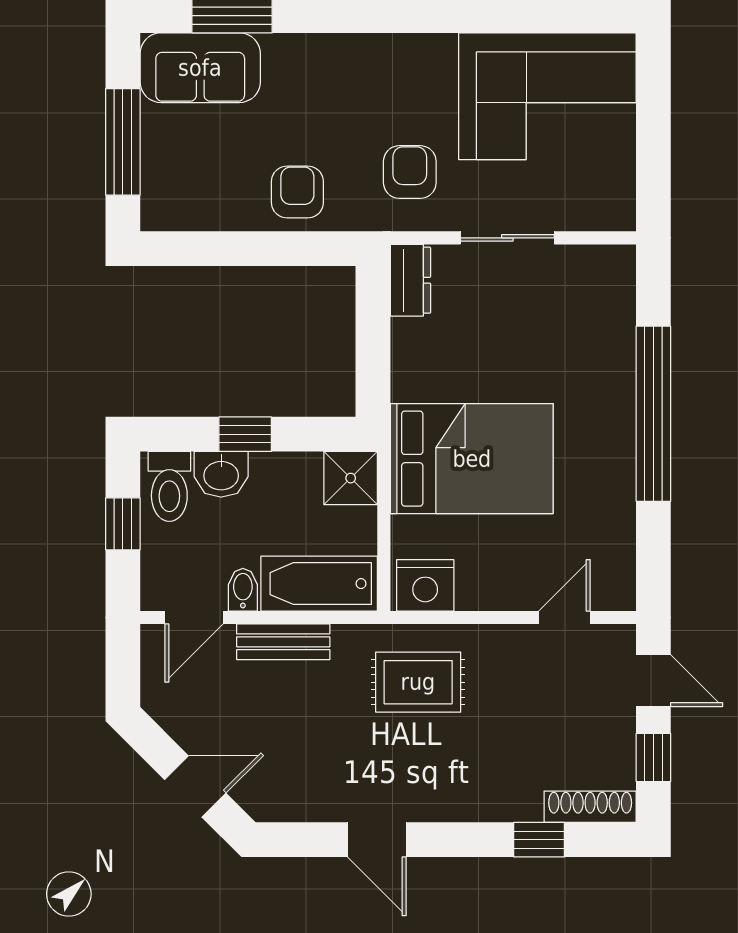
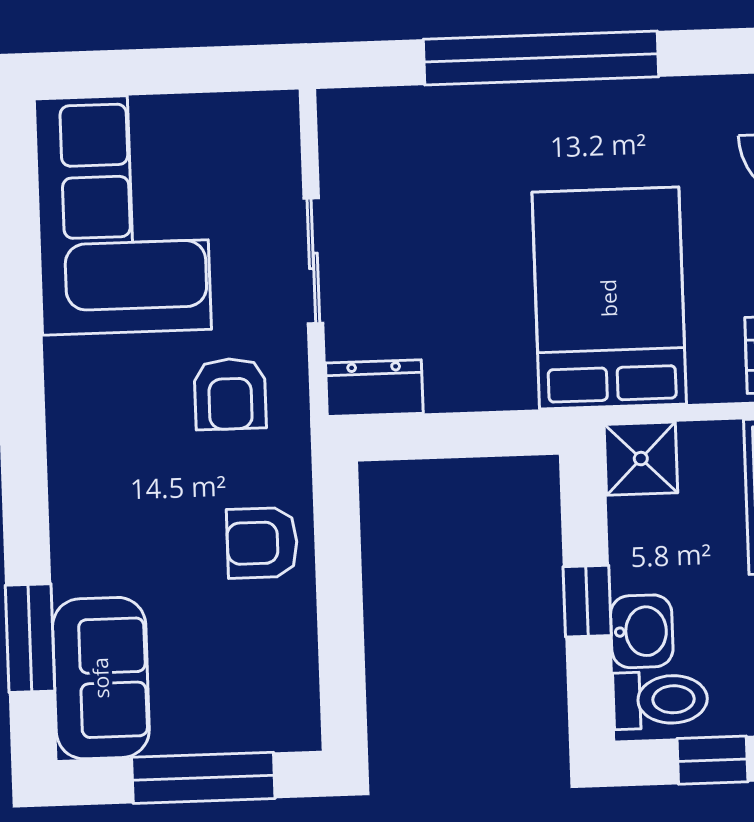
armchair: (410, 172) -> (230, 394), turned -90

